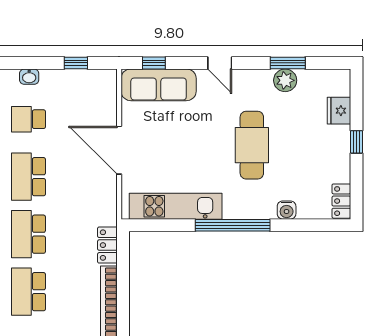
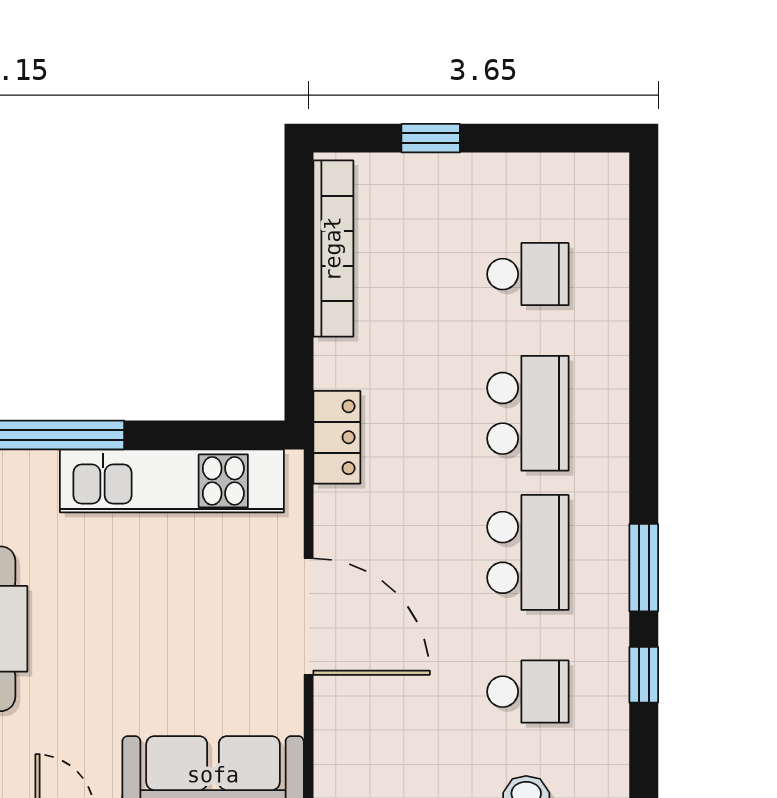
locker: (107, 245) -> (337, 437), moved
school desk: (28, 292) -> (528, 274), width x0.54

